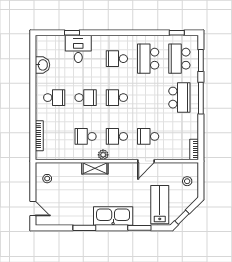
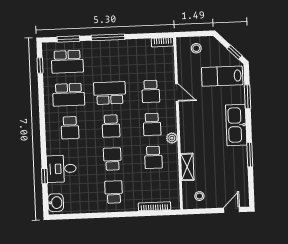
washbasin: (42, 65) -> (56, 203), moved, turned 90
school desk: (179, 98) -> (110, 93), moved
shelving: (95, 168) -> (187, 167), moved

